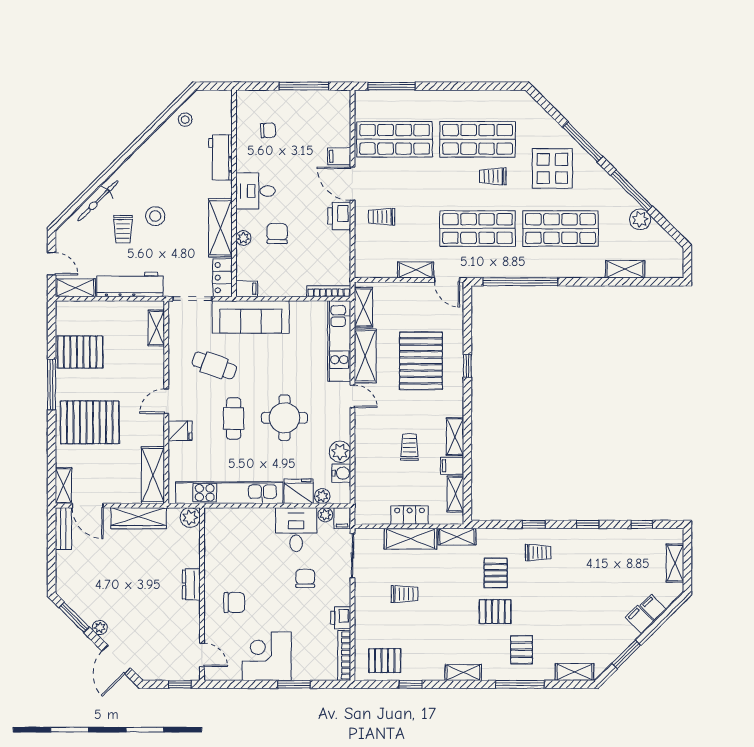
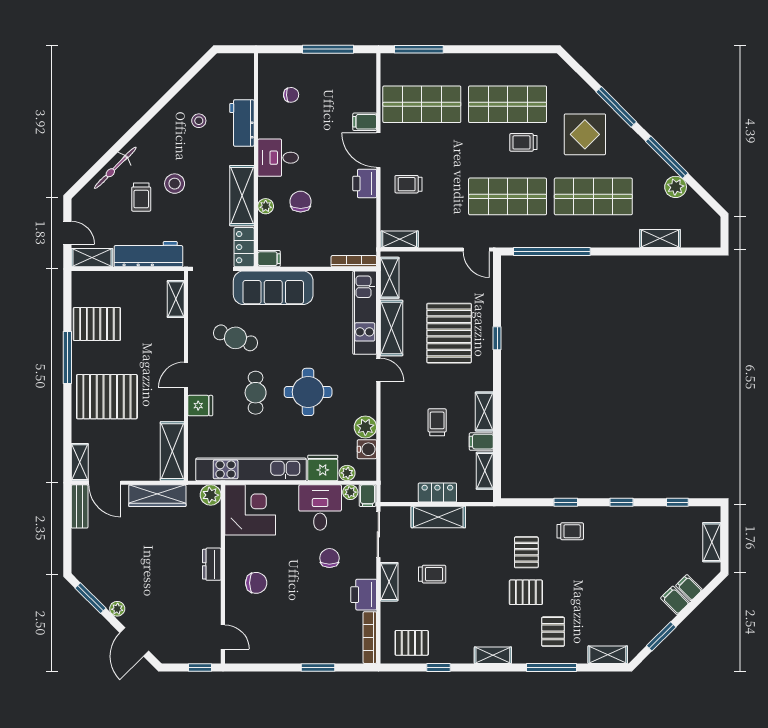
stool: (185, 120) -> (199, 121), moved
shelving: (416, 270) -> (400, 239), moved
shelving: (457, 537) -> (389, 582), moved, turned 90
printer: (341, 618) -> (364, 595), width x1.36, depth x1.24
corner desk: (267, 656) -> (250, 510), moved, turned 90

